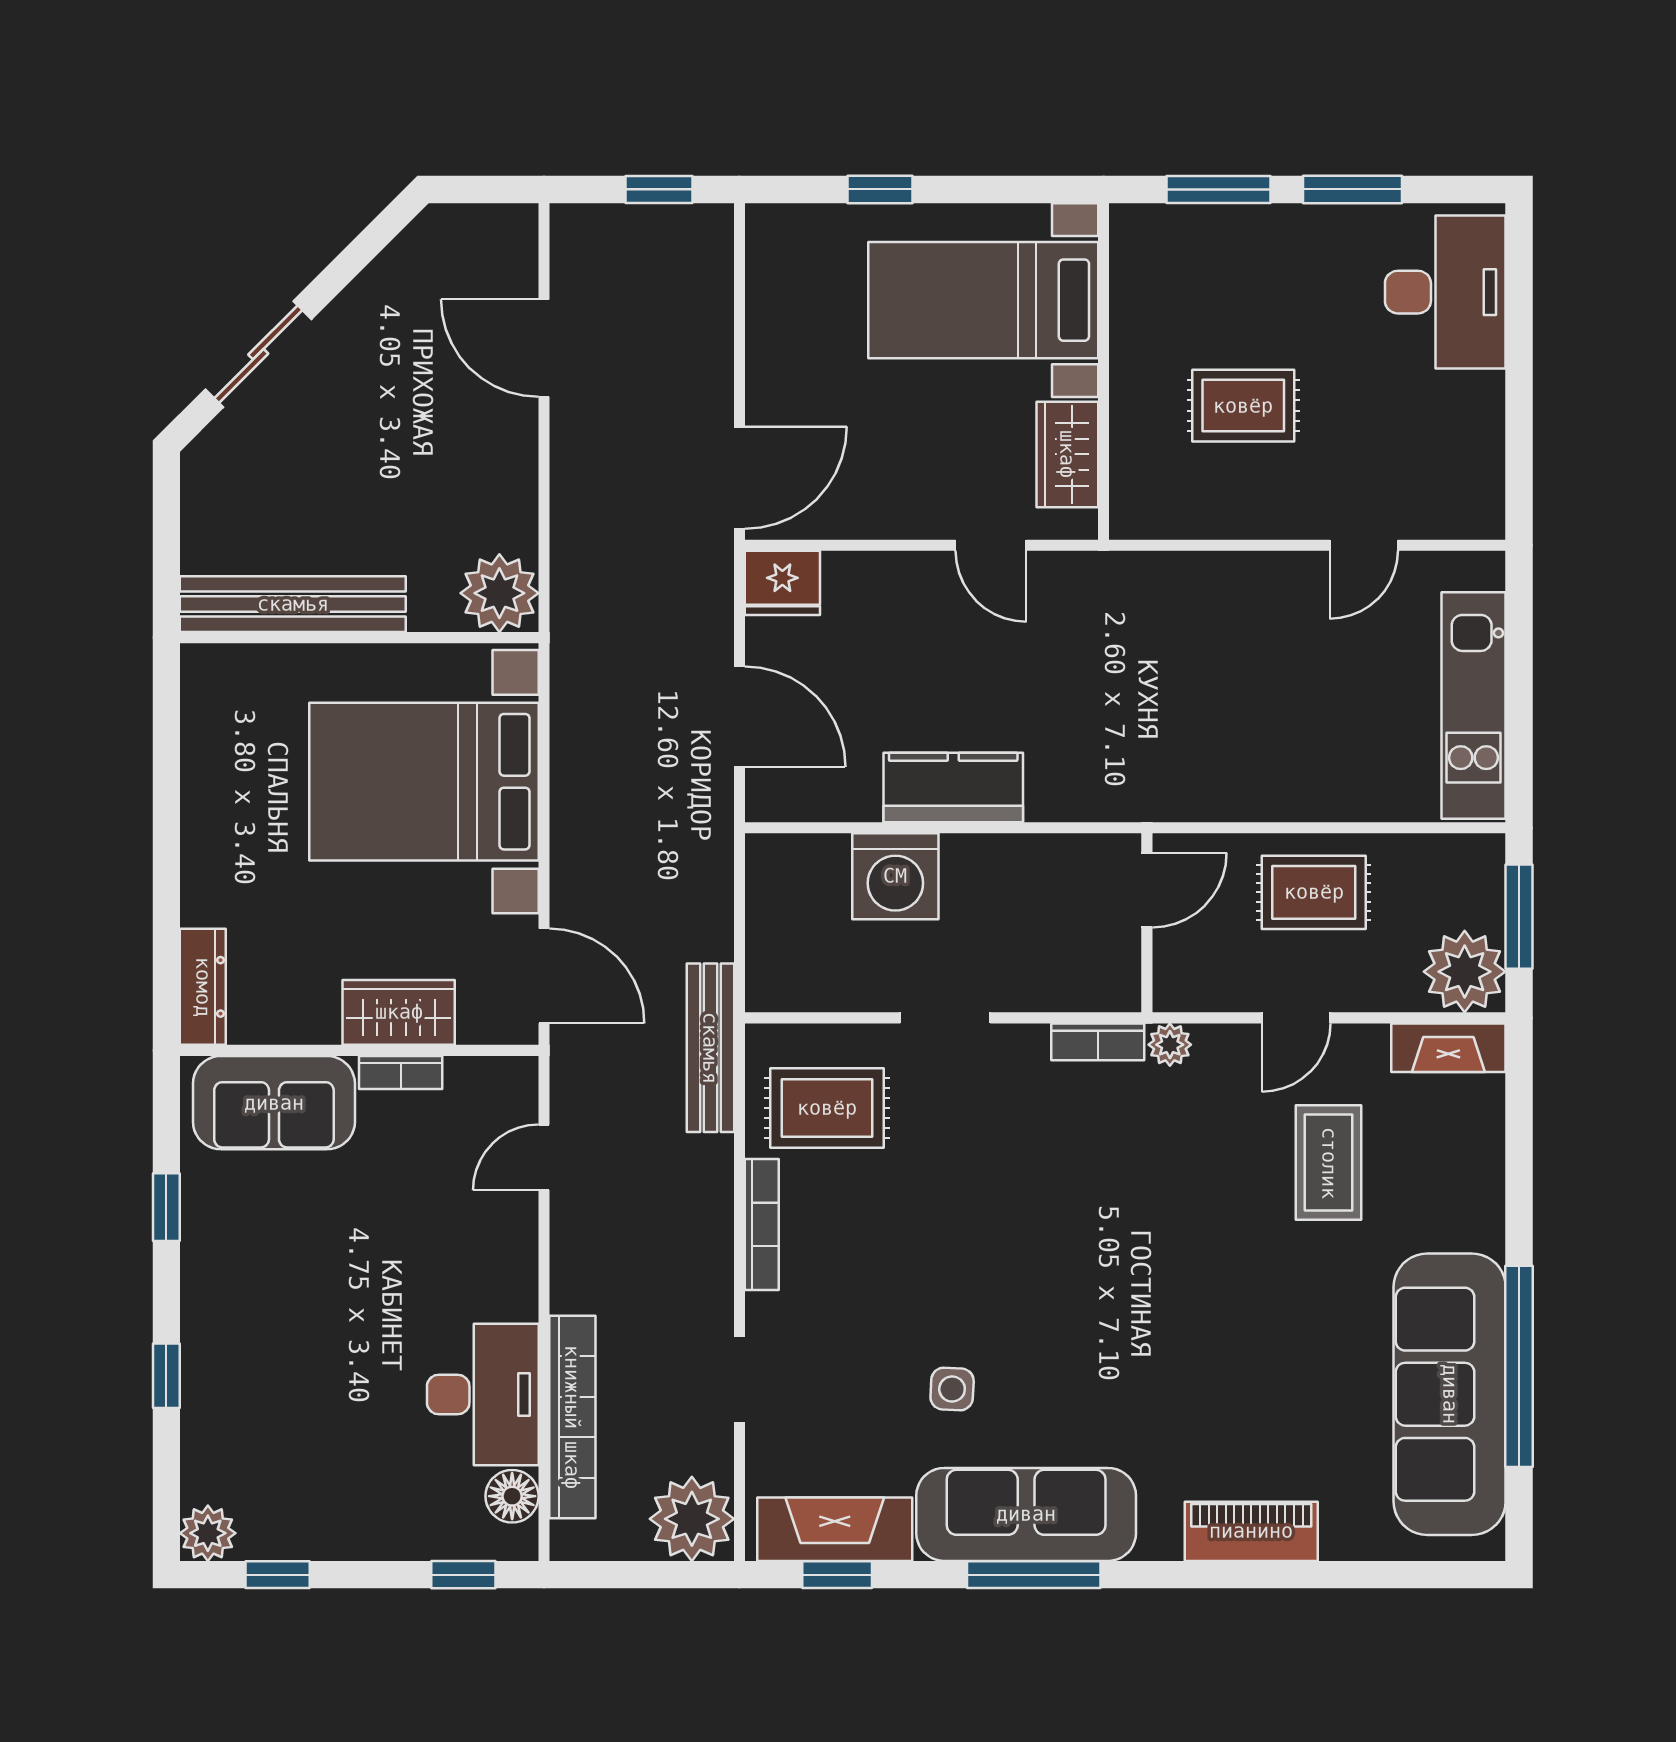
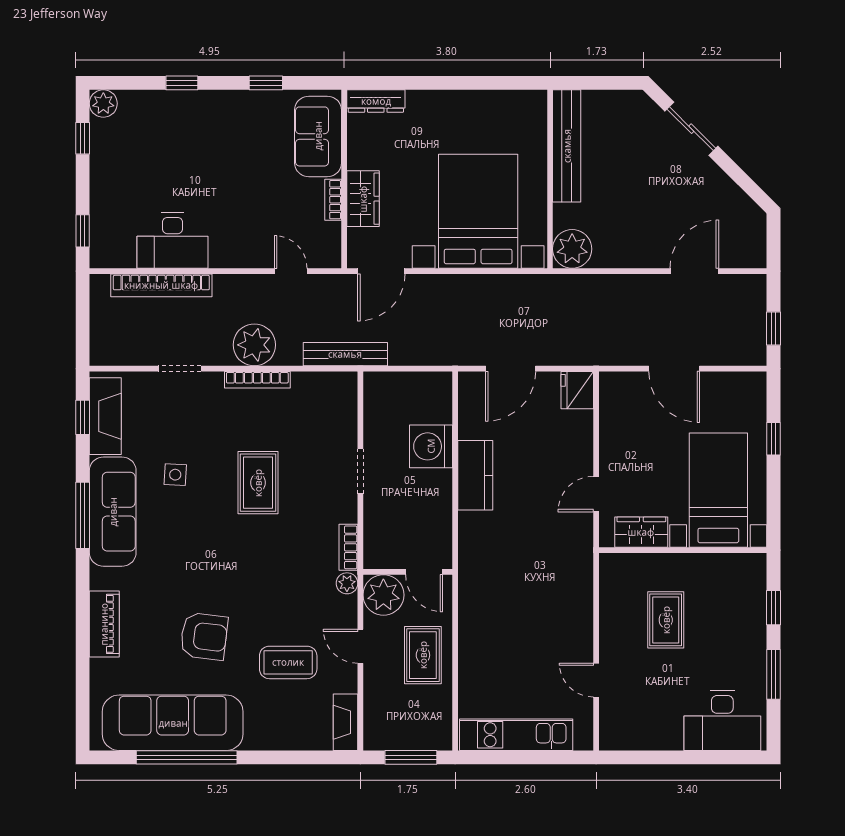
window: (1218, 189) -> (774, 608), width x0.67
door: (740, 478) -> (674, 369), moved
plant: (1465, 972) -> (383, 595), moved
rug: (827, 1108) -> (258, 483), moved
armchair: (1276, 1331) -> (204, 636), added
floor lamp: (512, 1496) -> (122, 255), removed
plant: (692, 1519) -> (254, 345), moved

